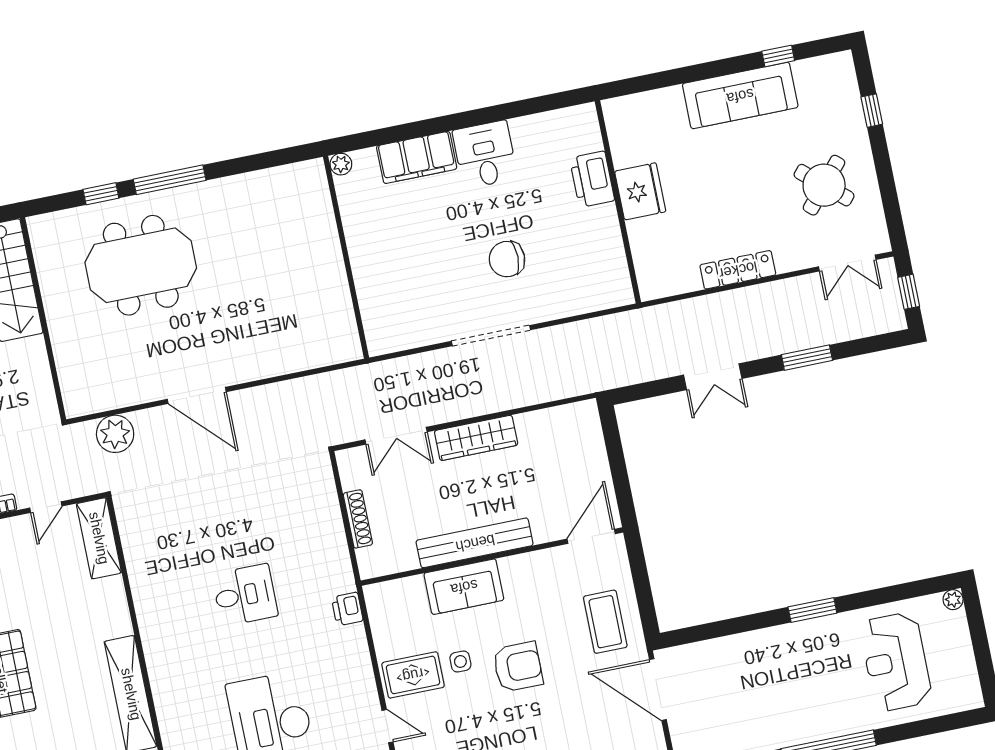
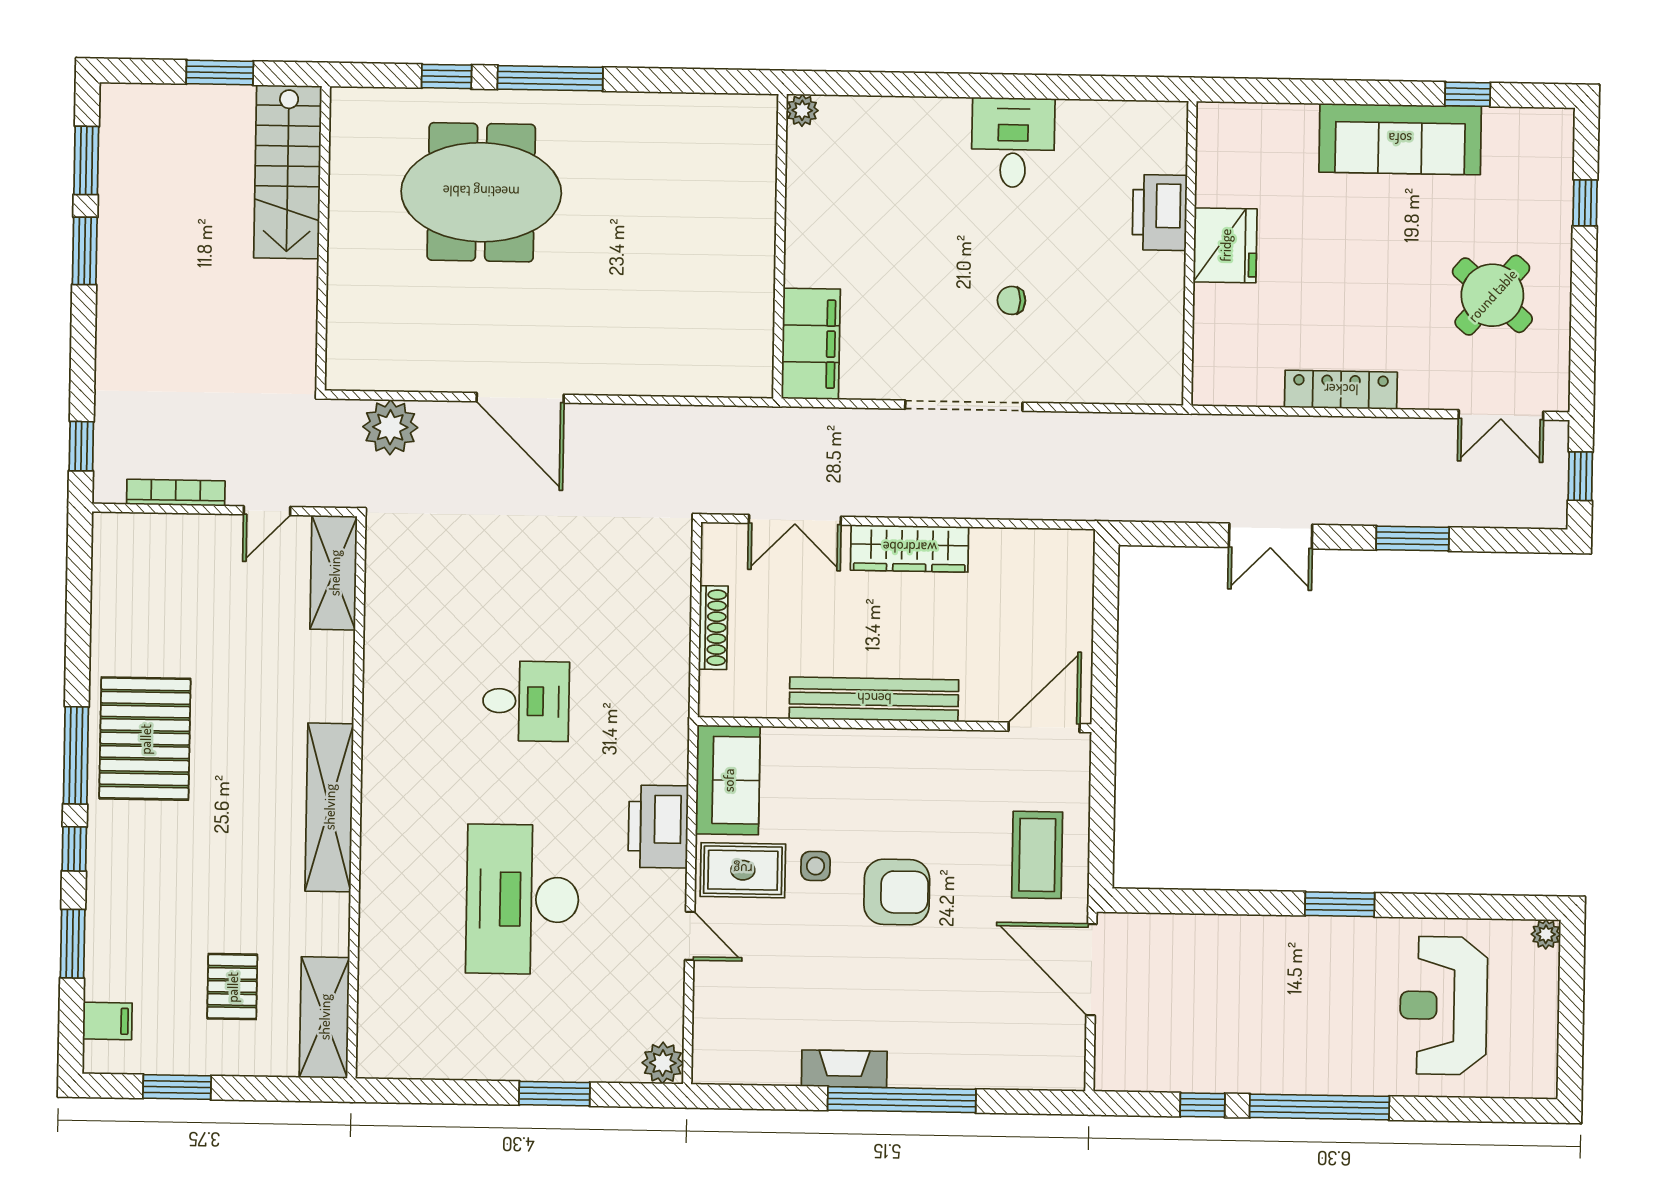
filing cabinet: (417, 157) -> (811, 344), moved, turned -90
chair: (507, 259) -> (1011, 300), width x0.54, depth x0.54
sofa: (464, 587) -> (728, 780), moved, turned -90
printer: (347, 609) -> (658, 827), moved, width x1.87, depth x1.48

